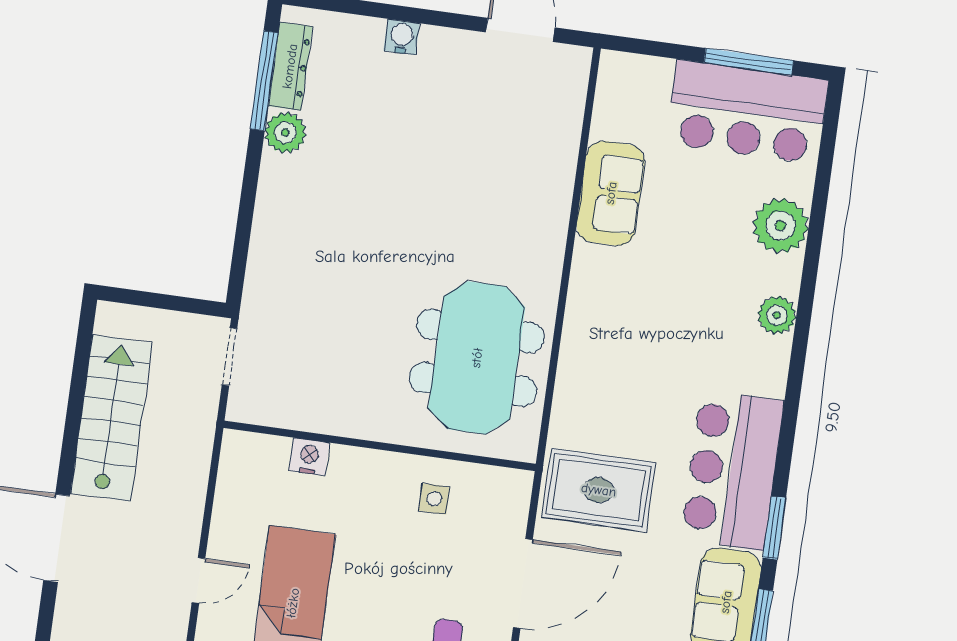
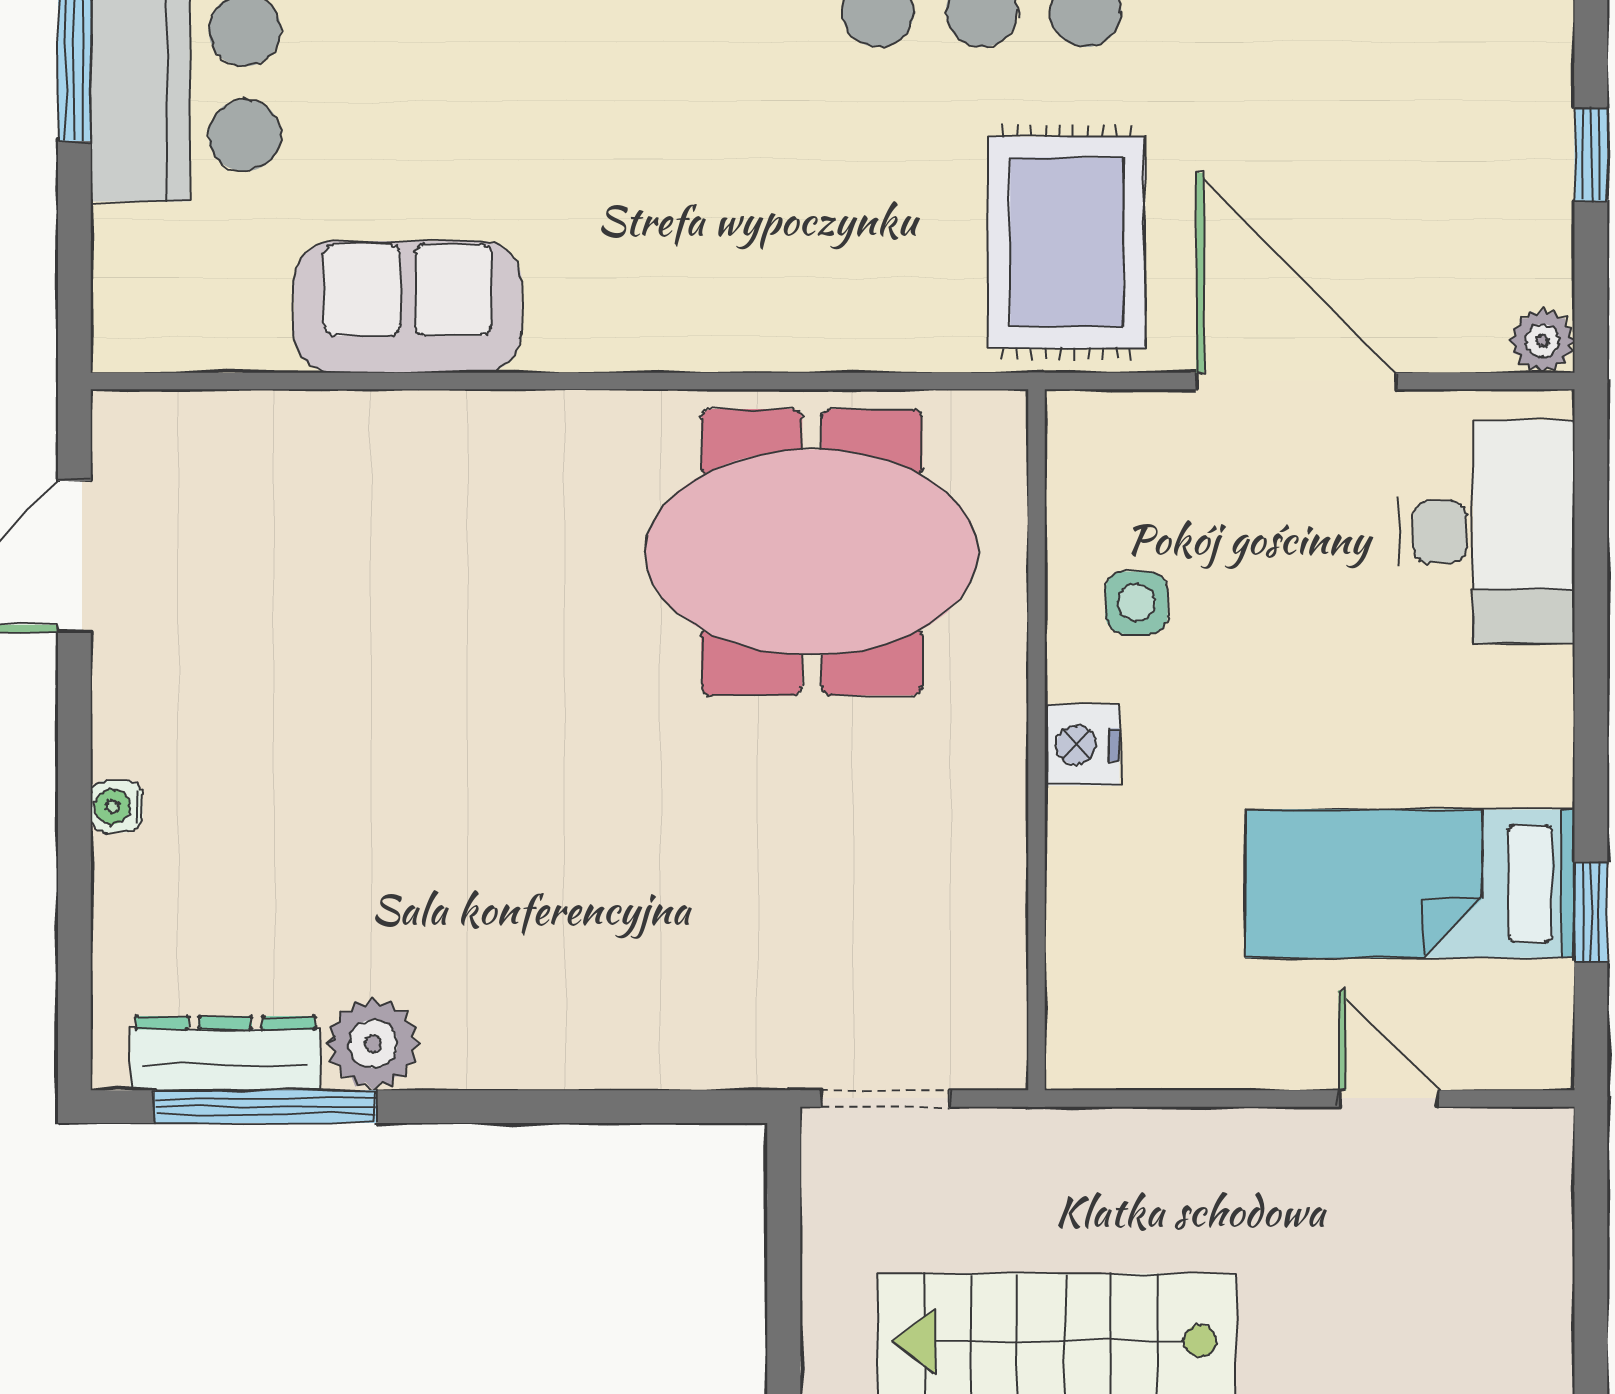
water cooler: (402, 37) -> (117, 806), width x0.72, depth x0.72
nightstand: (309, 457) -> (1082, 745), moved

